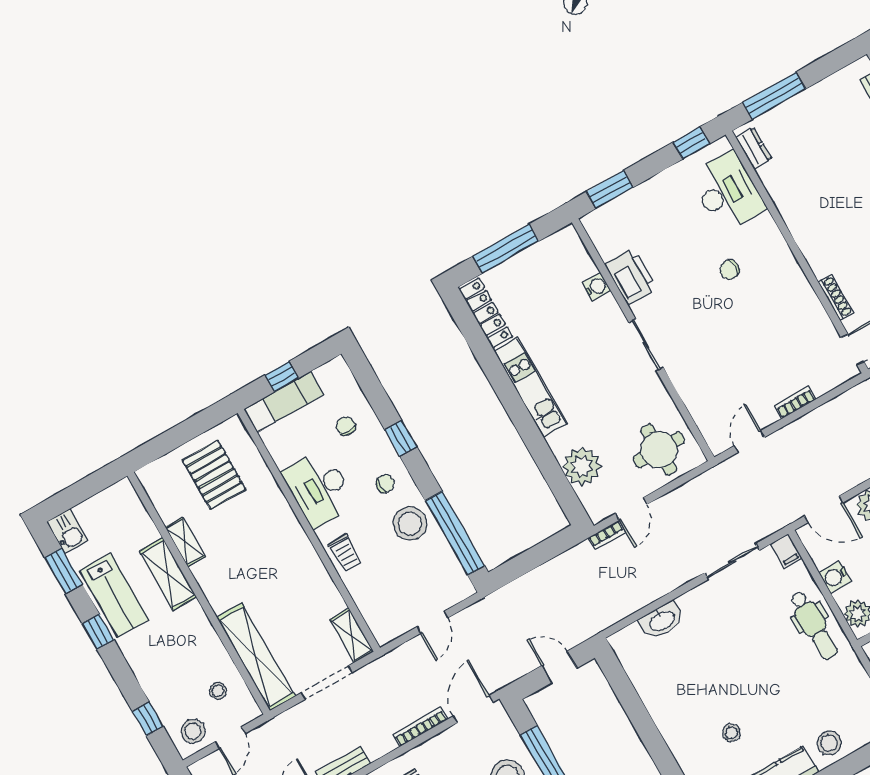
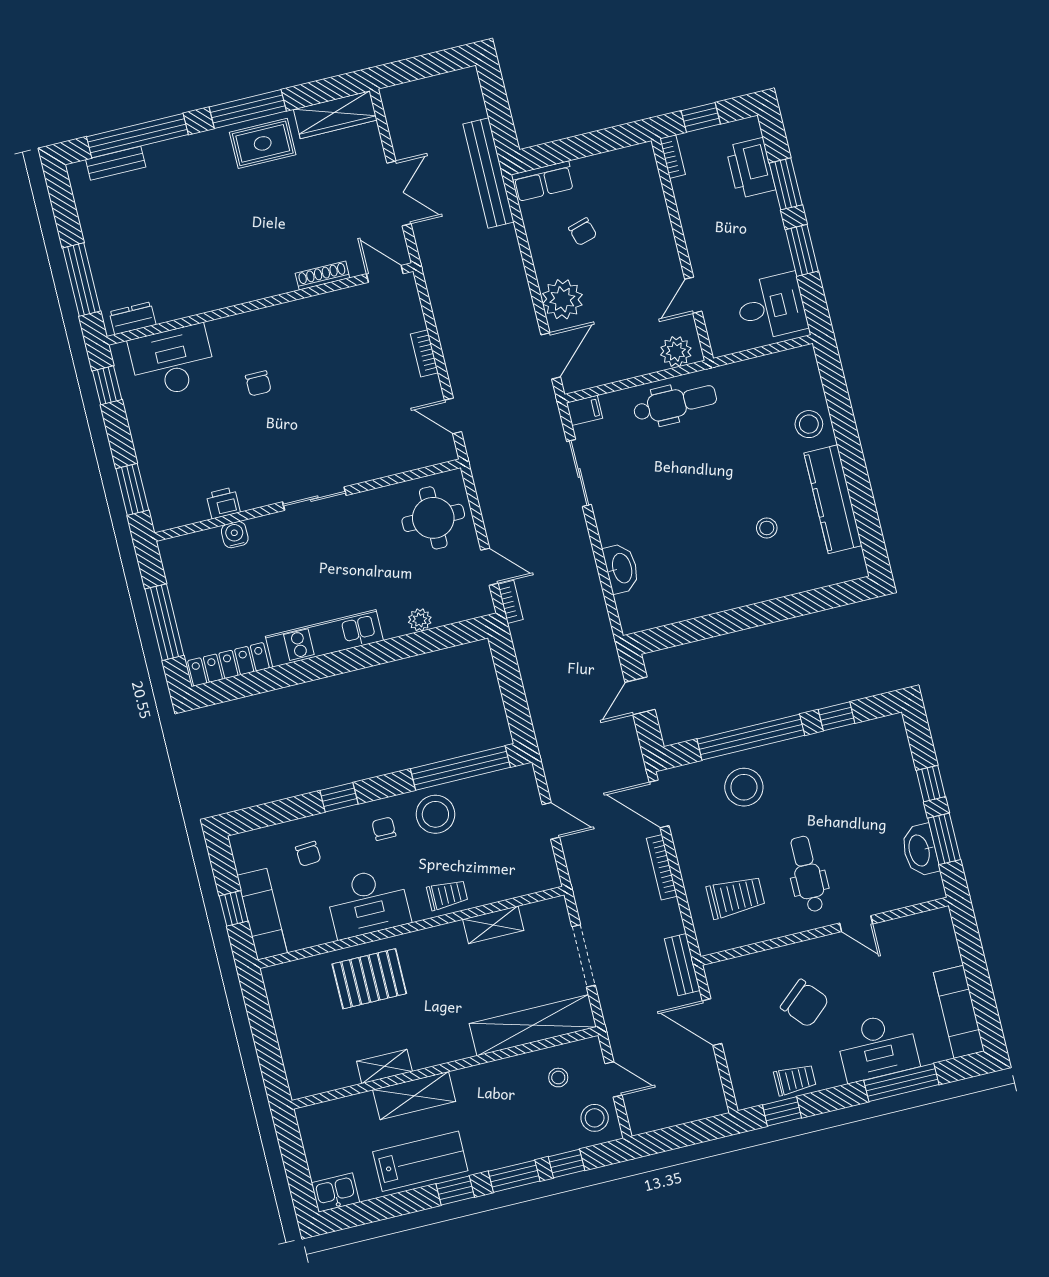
printer: (631, 276) -> (223, 503), width x0.53, depth x0.68
chair: (346, 426) -> (308, 854), turned -94
plant: (582, 466) -> (420, 620), width x0.53, depth x0.53
pallet: (214, 475) -> (369, 979), moved
window: (63, 571) -> (514, 1176), moved
water cooler: (835, 577) -> (629, 365), removed
shelving: (352, 636) -> (493, 925), moved

